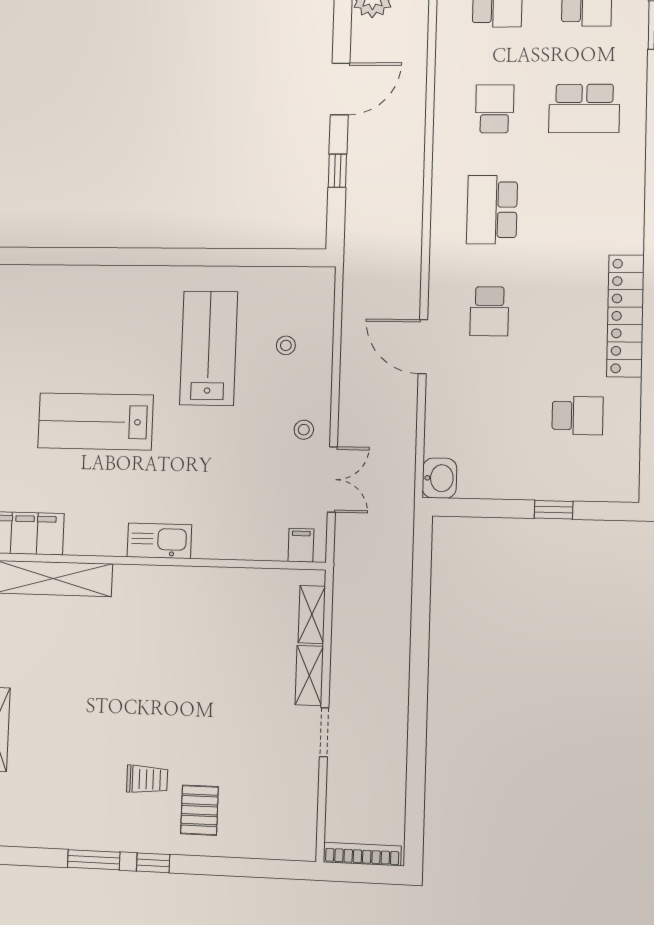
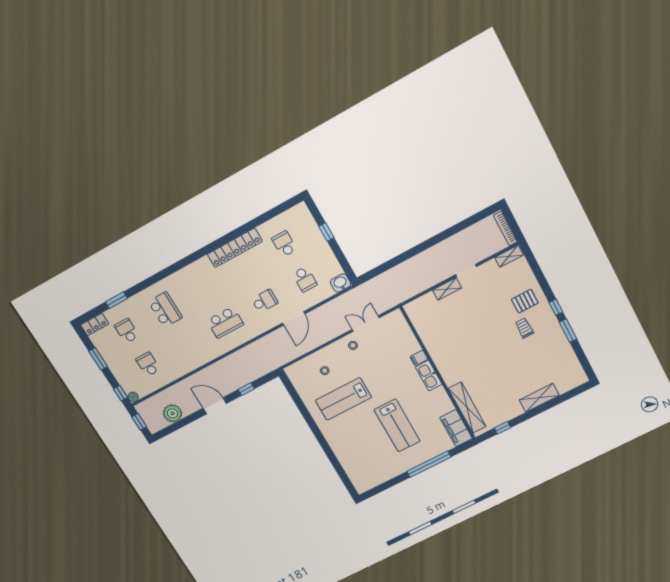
school desk: (495, 109) -> (305, 279), moved, turned -90
filing cabinet: (301, 545) -> (419, 358), moved
shelving: (312, 615) -> (509, 256), moved

